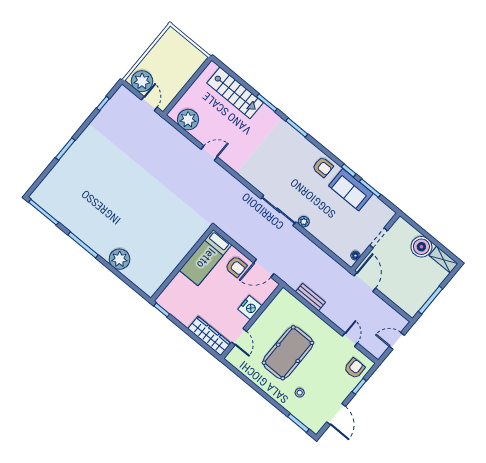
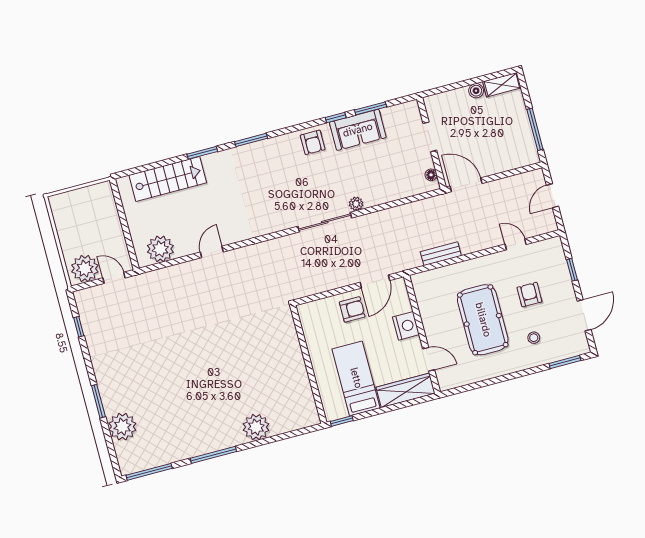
armchair: (323, 167) -> (313, 142), turned 90
plant: (60, 175) -> (122, 427), added
boiler: (421, 247) -> (476, 91), width x0.54, depth x0.54
bed: (206, 258) -> (356, 378), moved, turned 180
armchair: (355, 368) -> (529, 295), moved
door: (336, 414) -> (584, 315), hinge flipped

